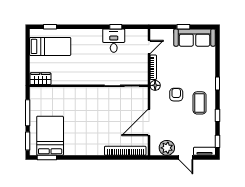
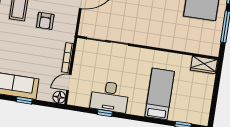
desk: (114, 41) -> (110, 97), width x1.37
bed: (50, 46) -> (160, 94), moved, turned 90
floor lamp: (155, 85) -> (59, 97), moved

